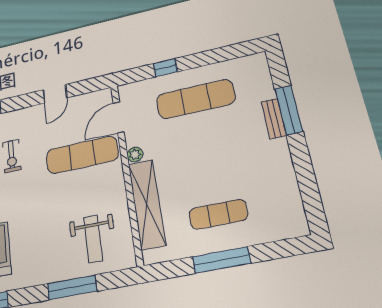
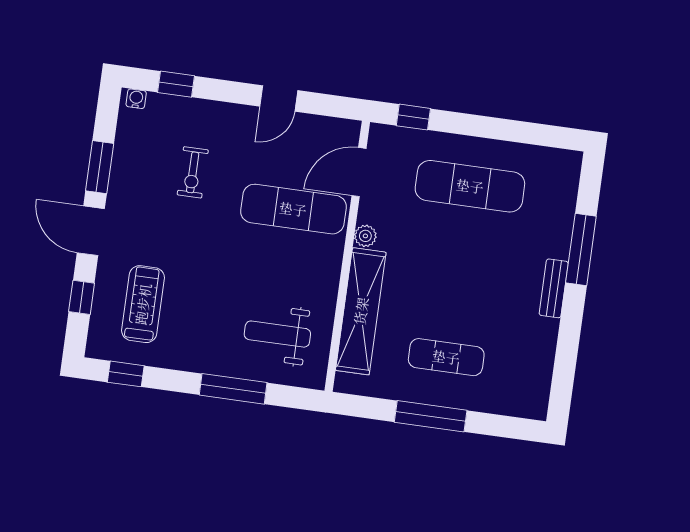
window: (165, 68) -> (413, 117), moved
bench: (274, 119) -> (554, 288), moved
weight bench: (93, 239) -> (277, 334), turned 90

